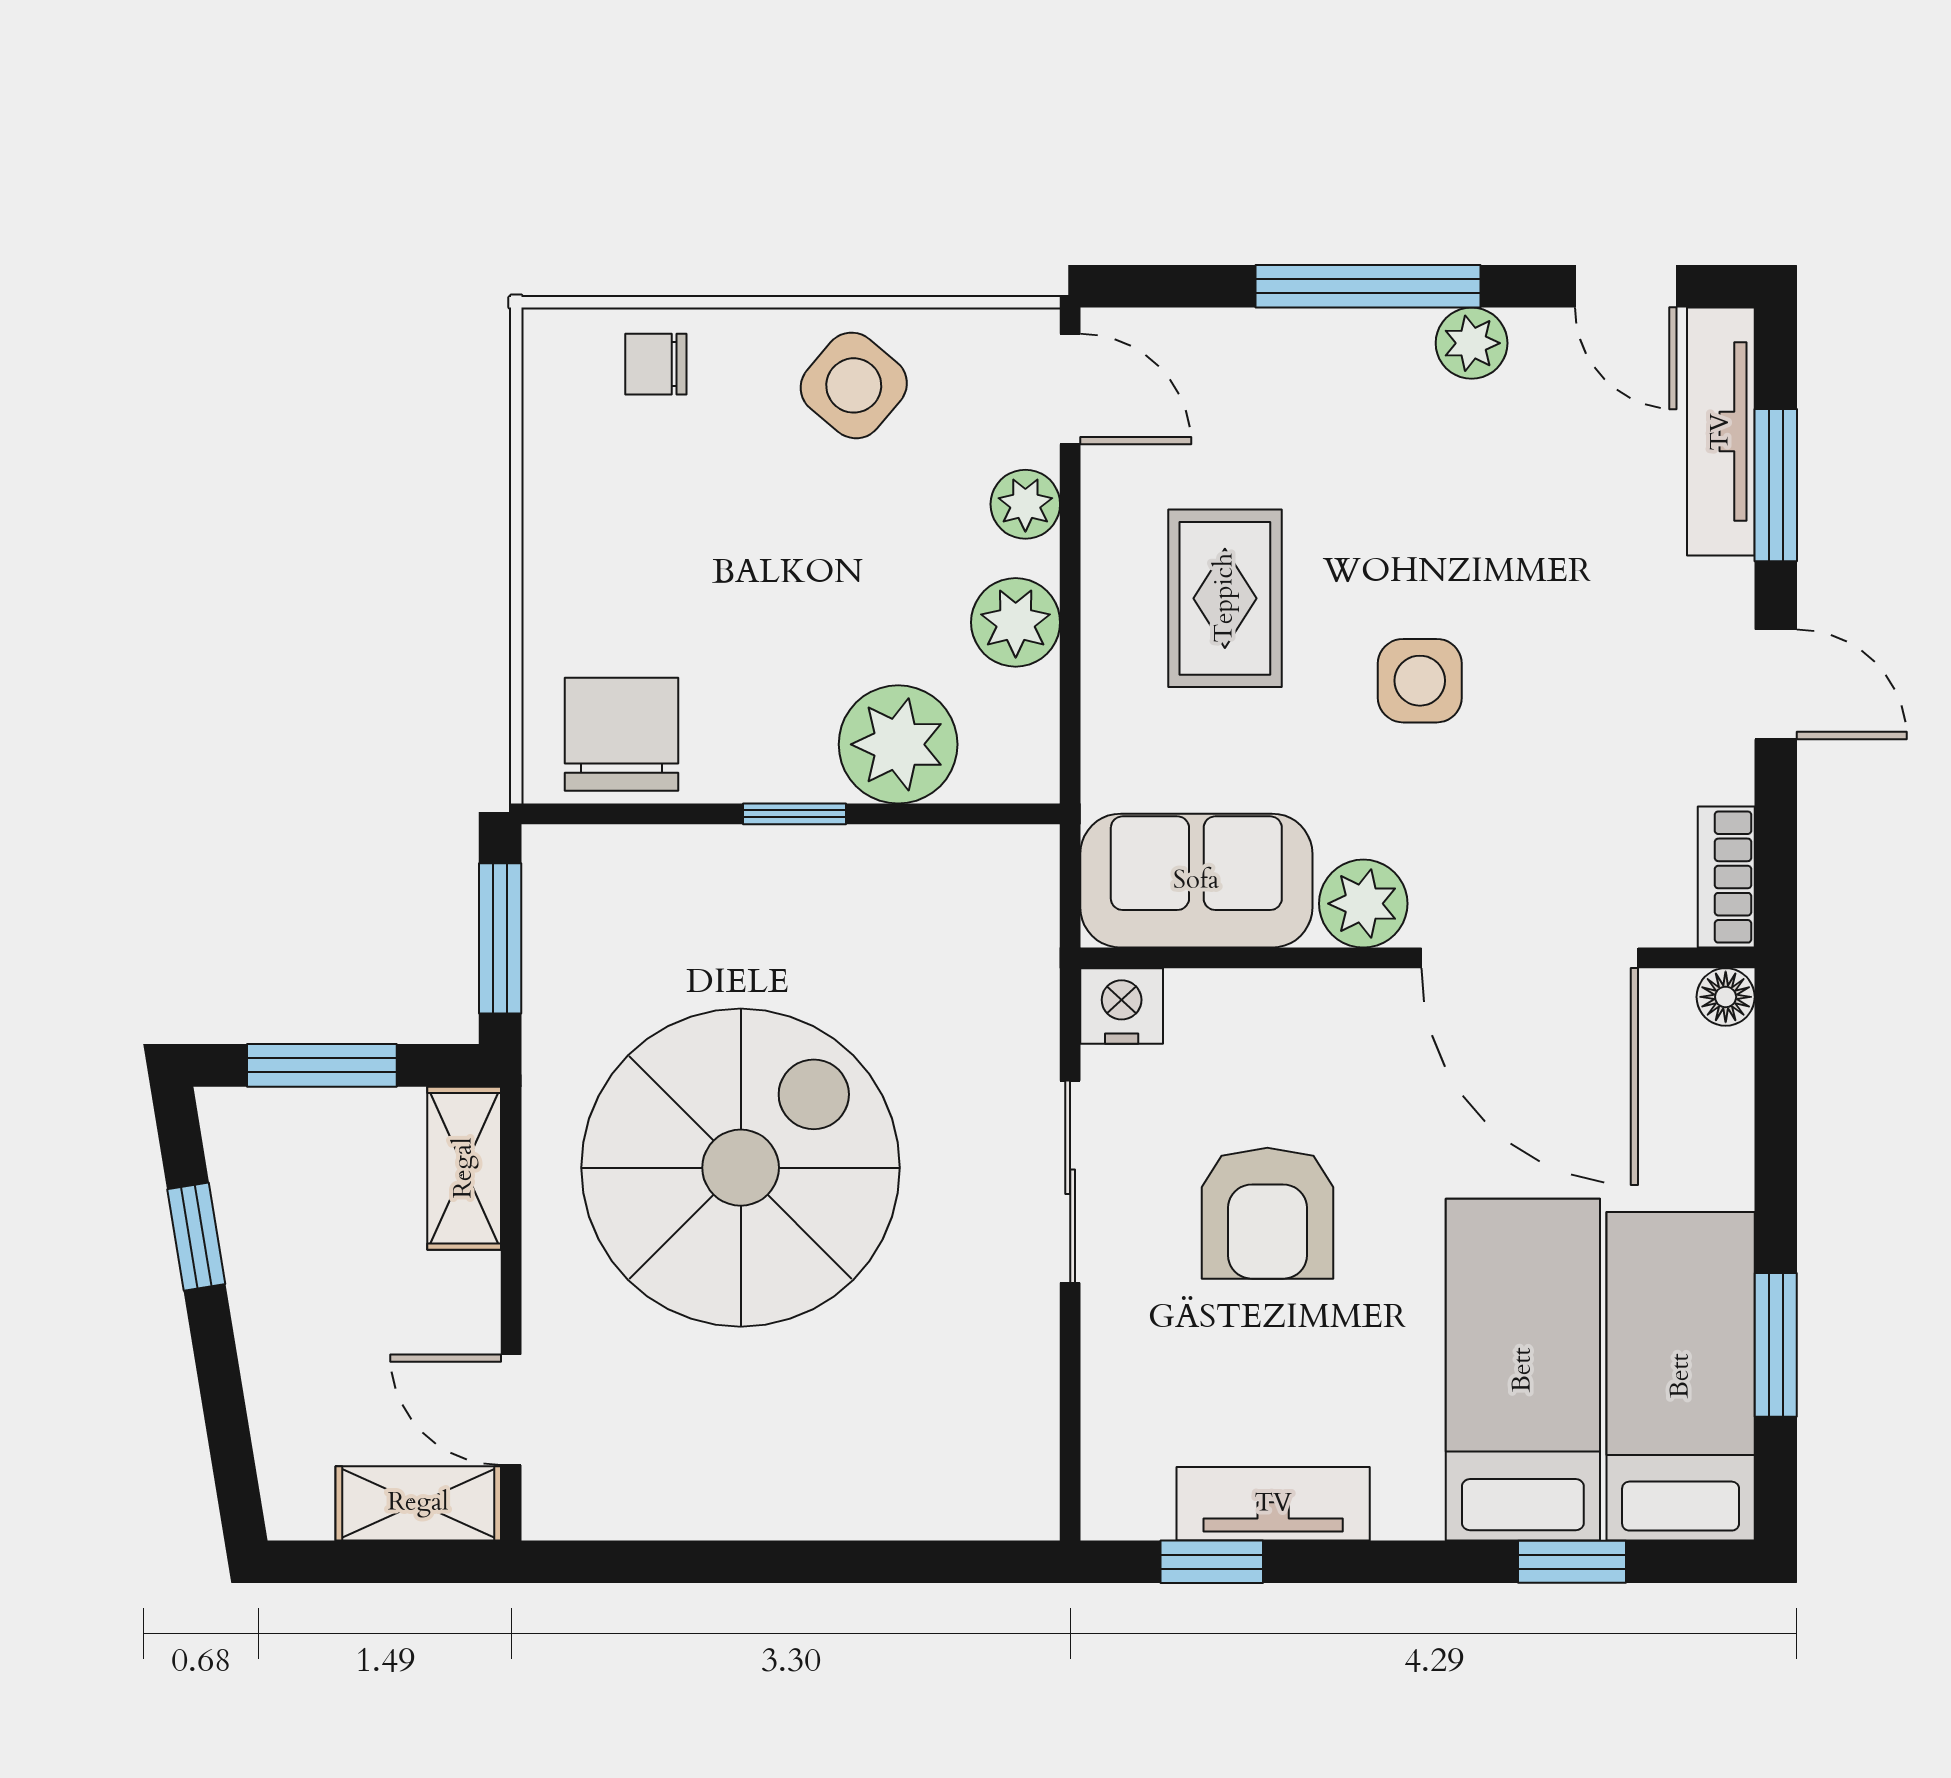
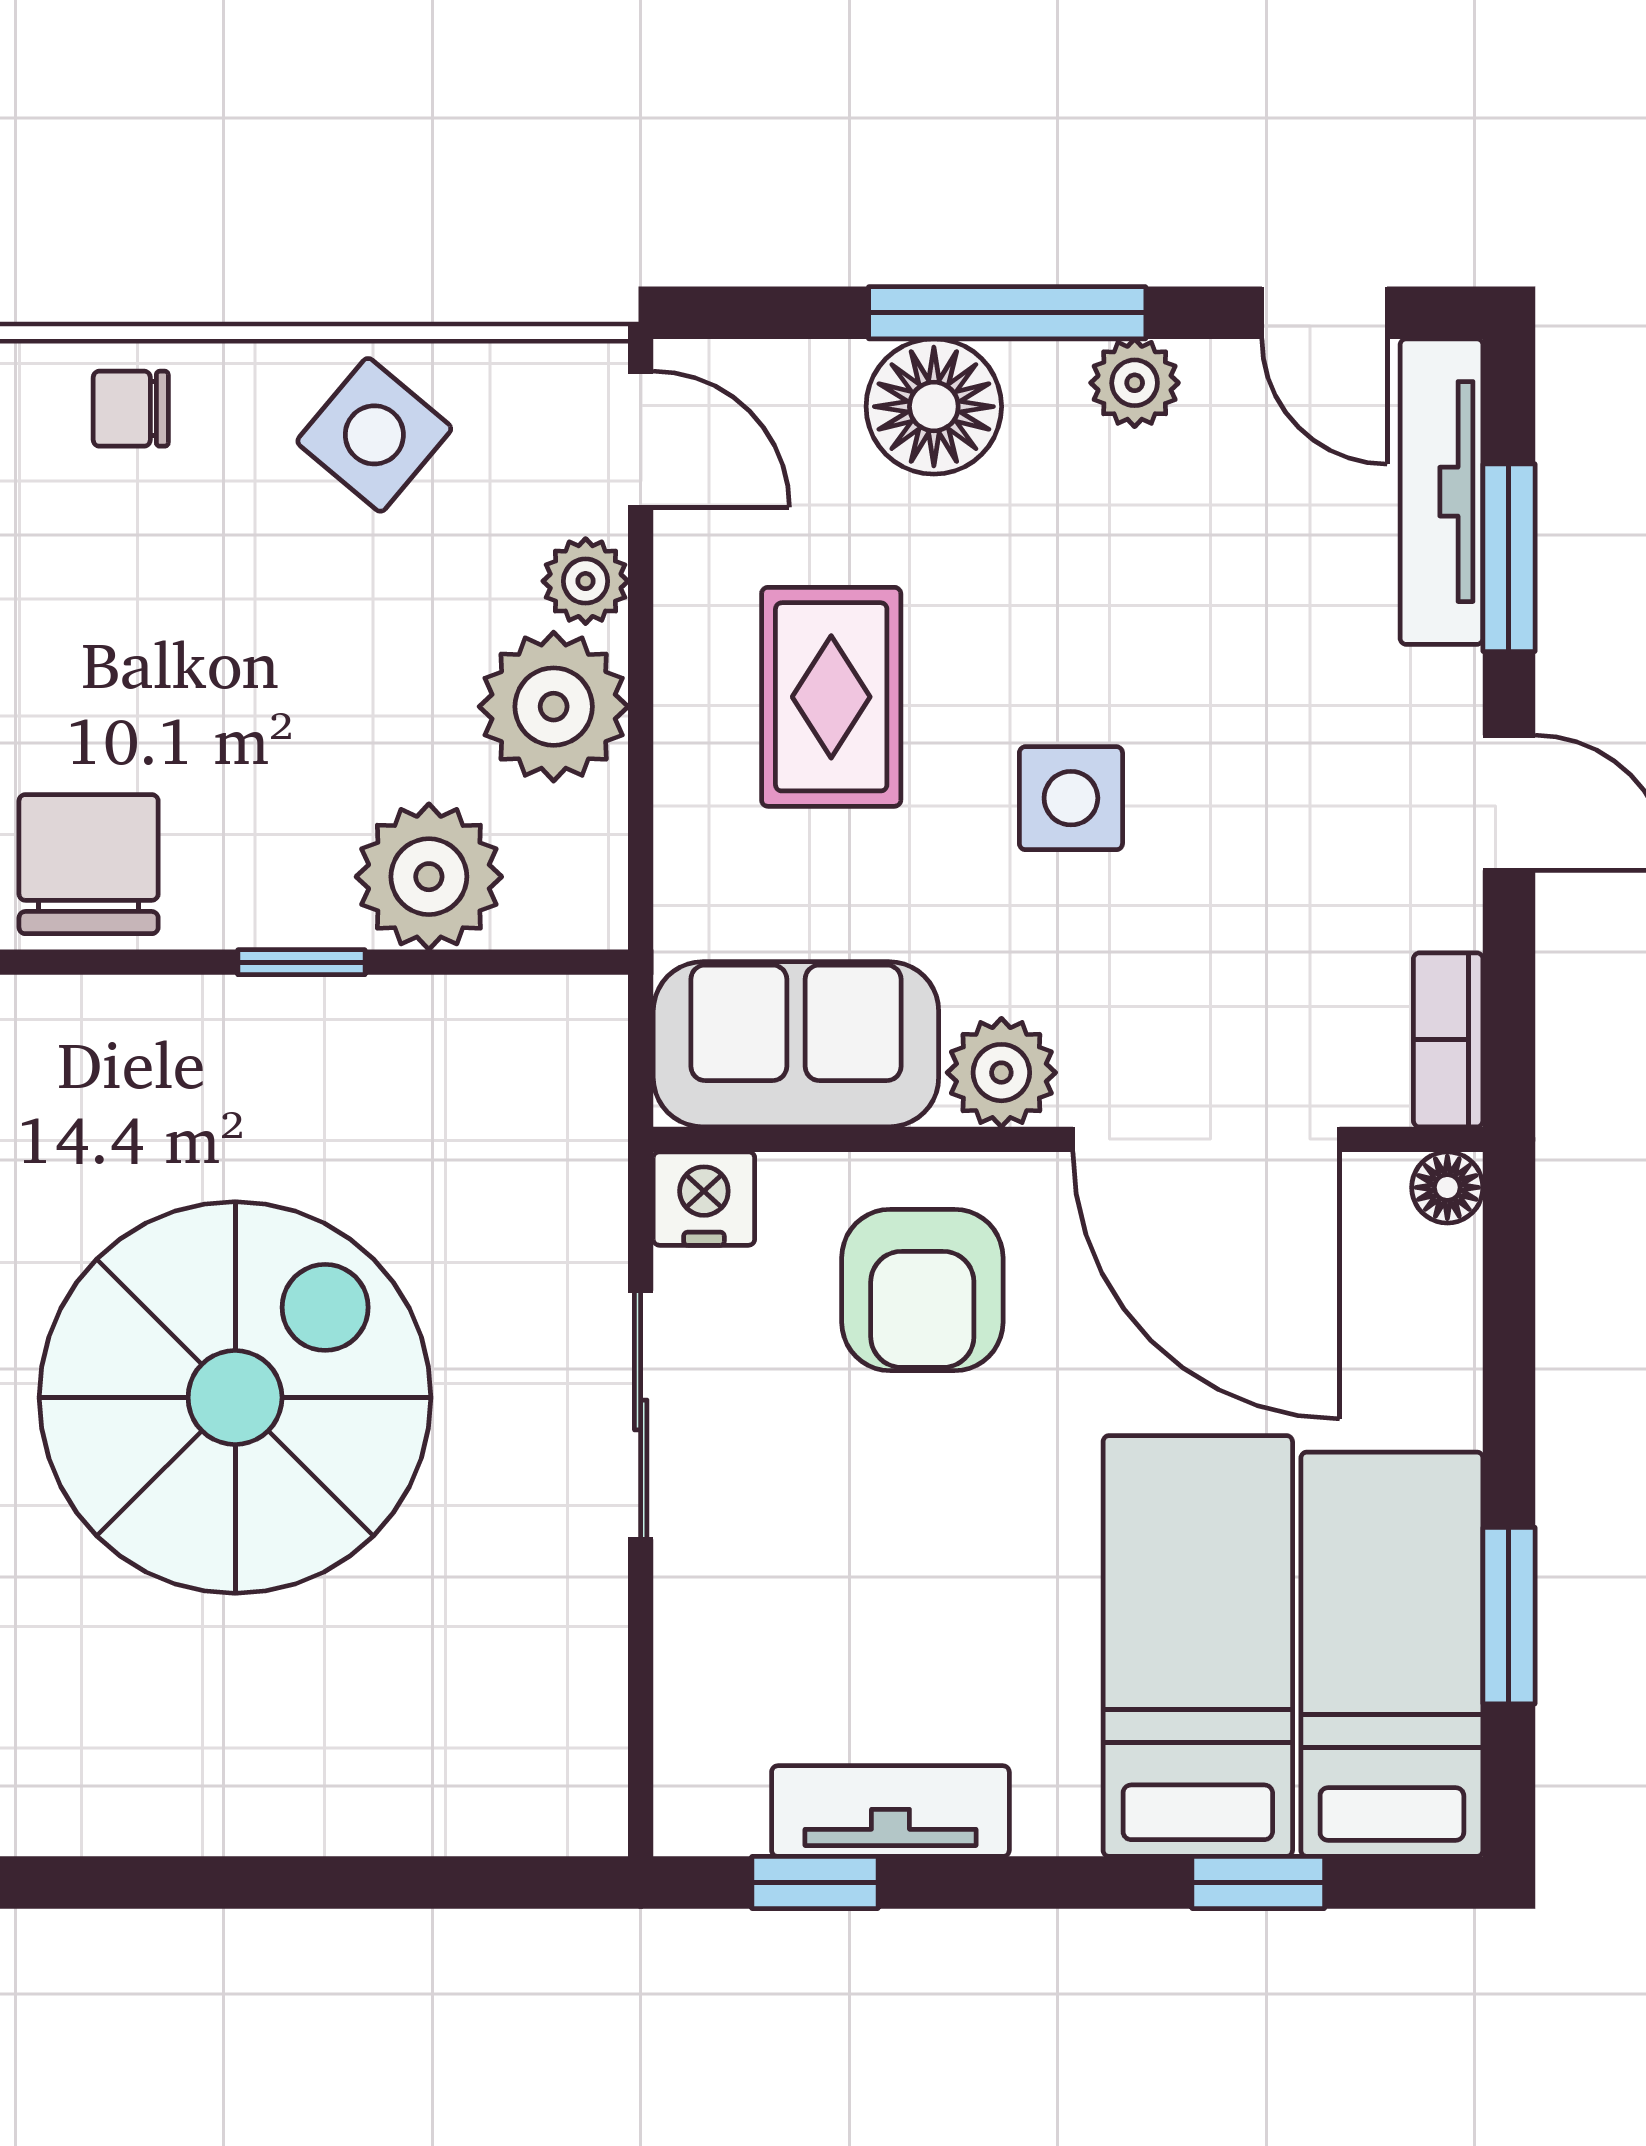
floor lamp: (1308, 362) -> (934, 407), added
plant: (1016, 622) -> (554, 707), width x1.36, depth x1.36
armchair: (1267, 1213) -> (922, 1290), moved

